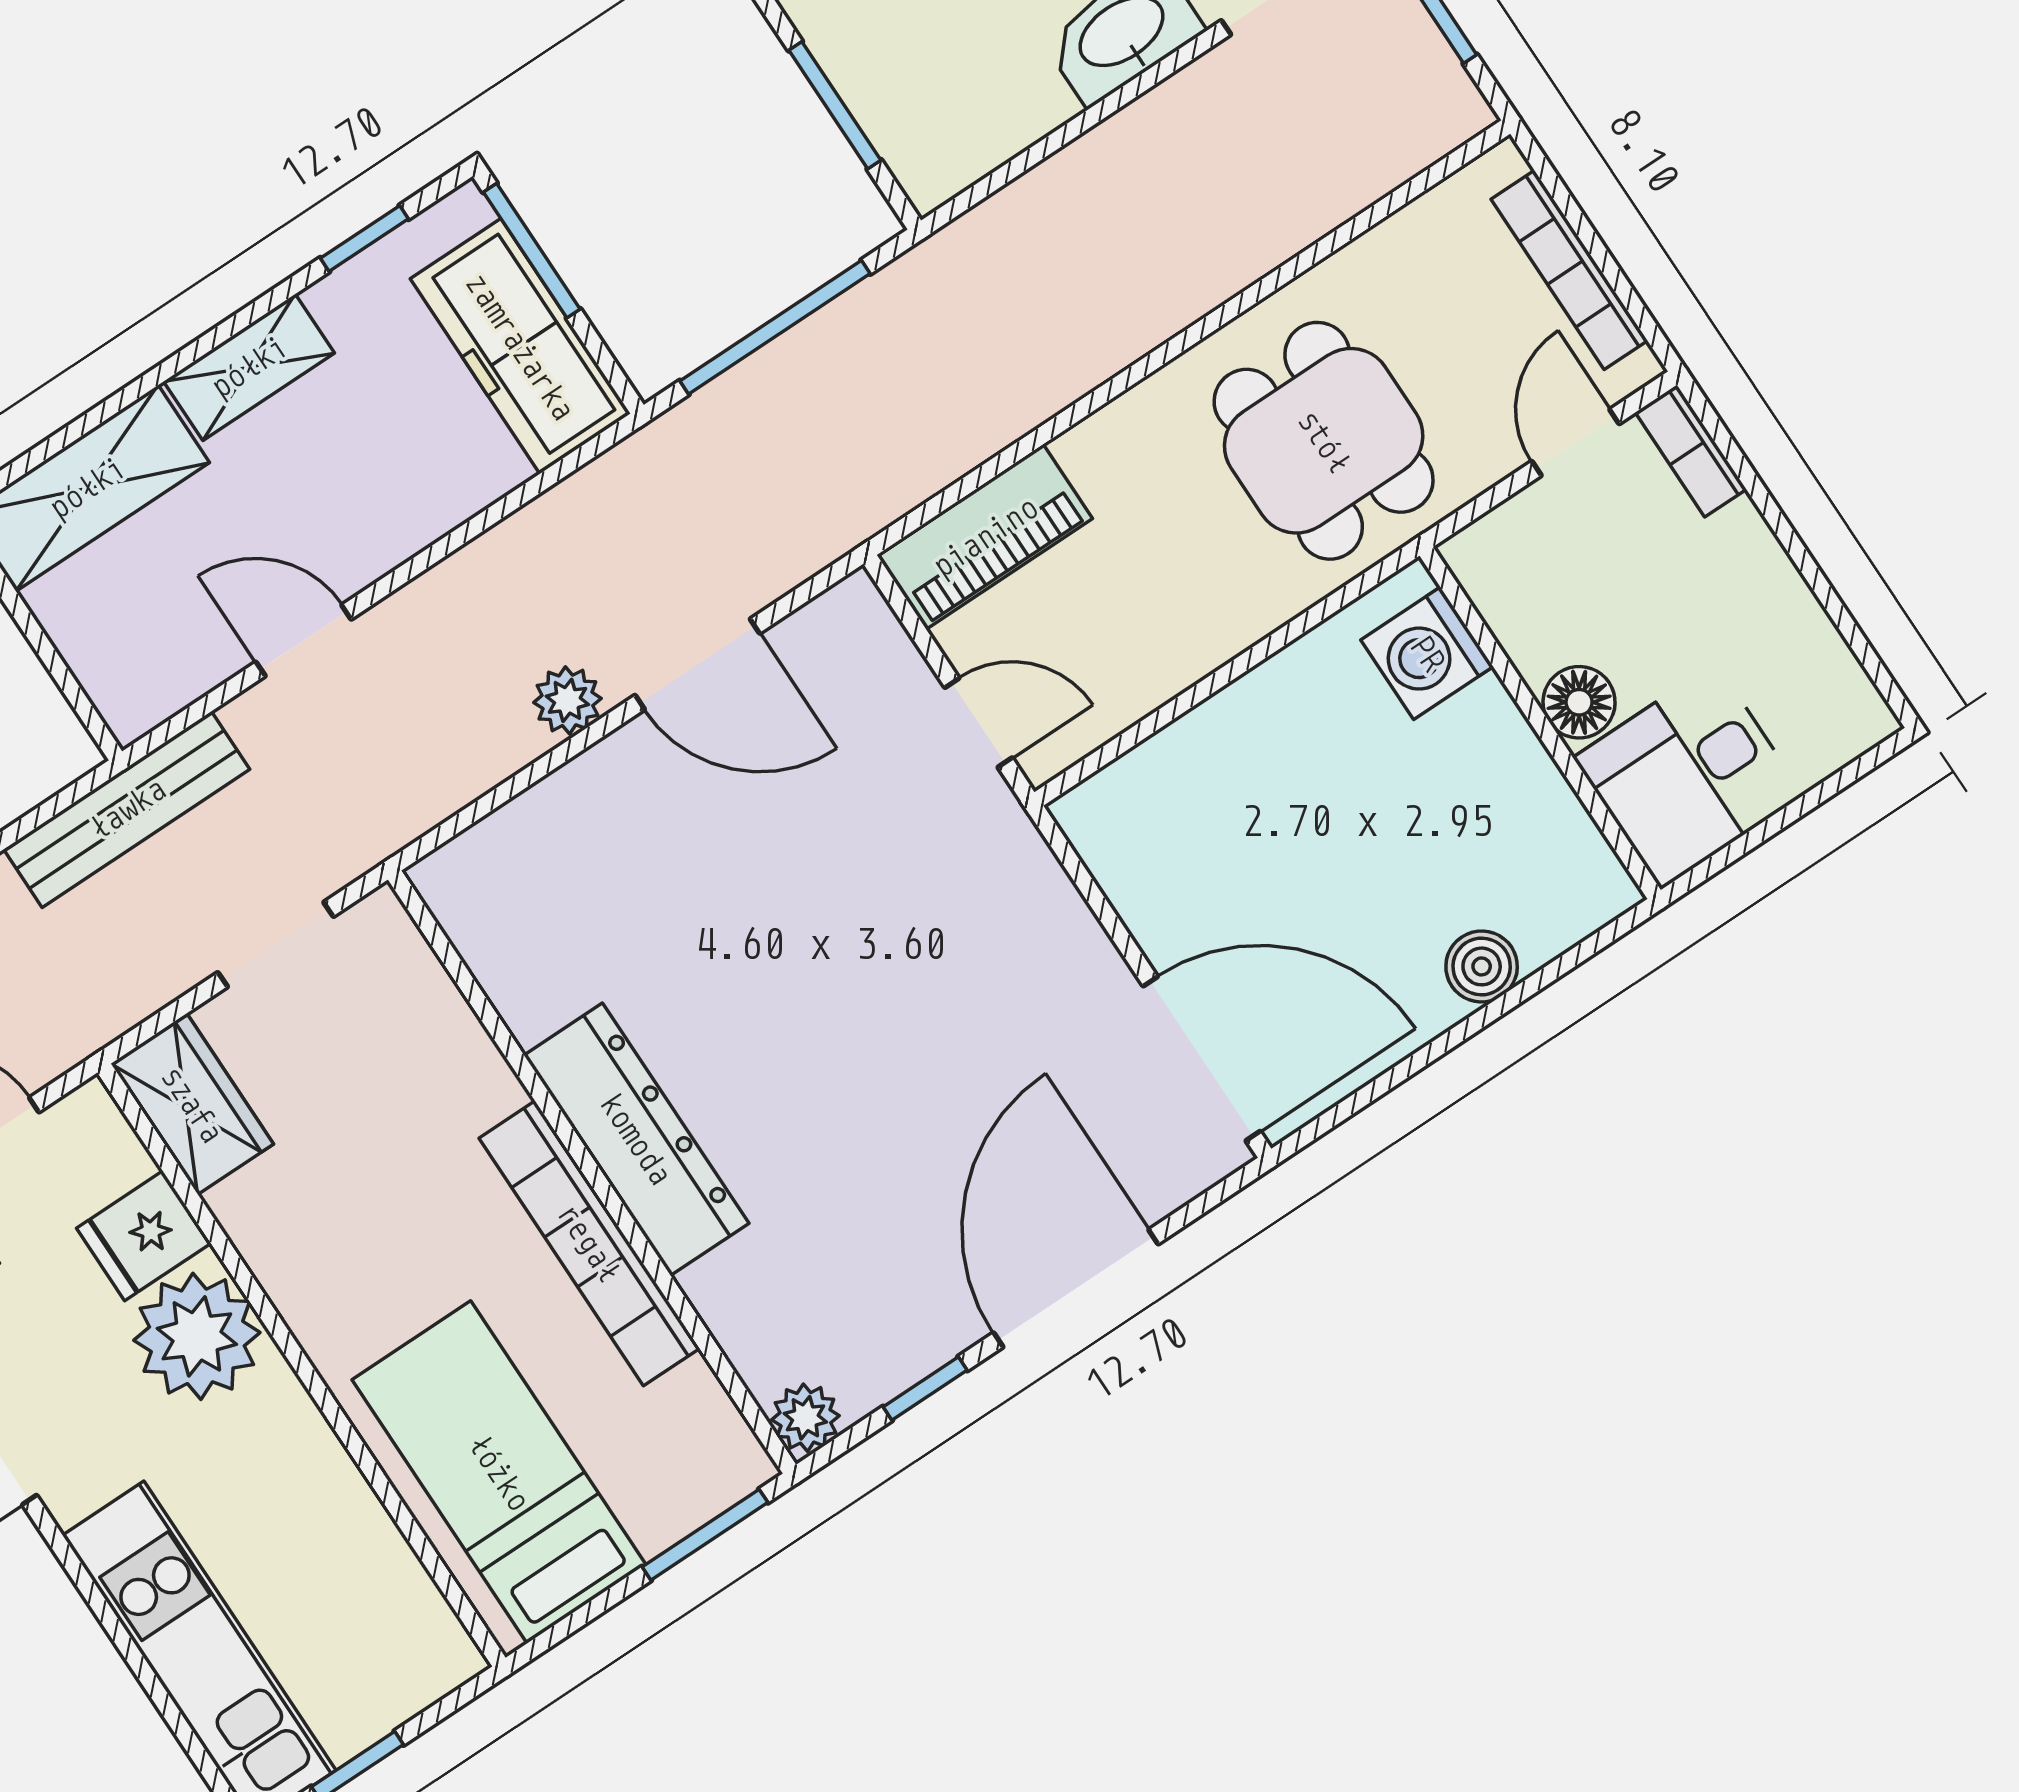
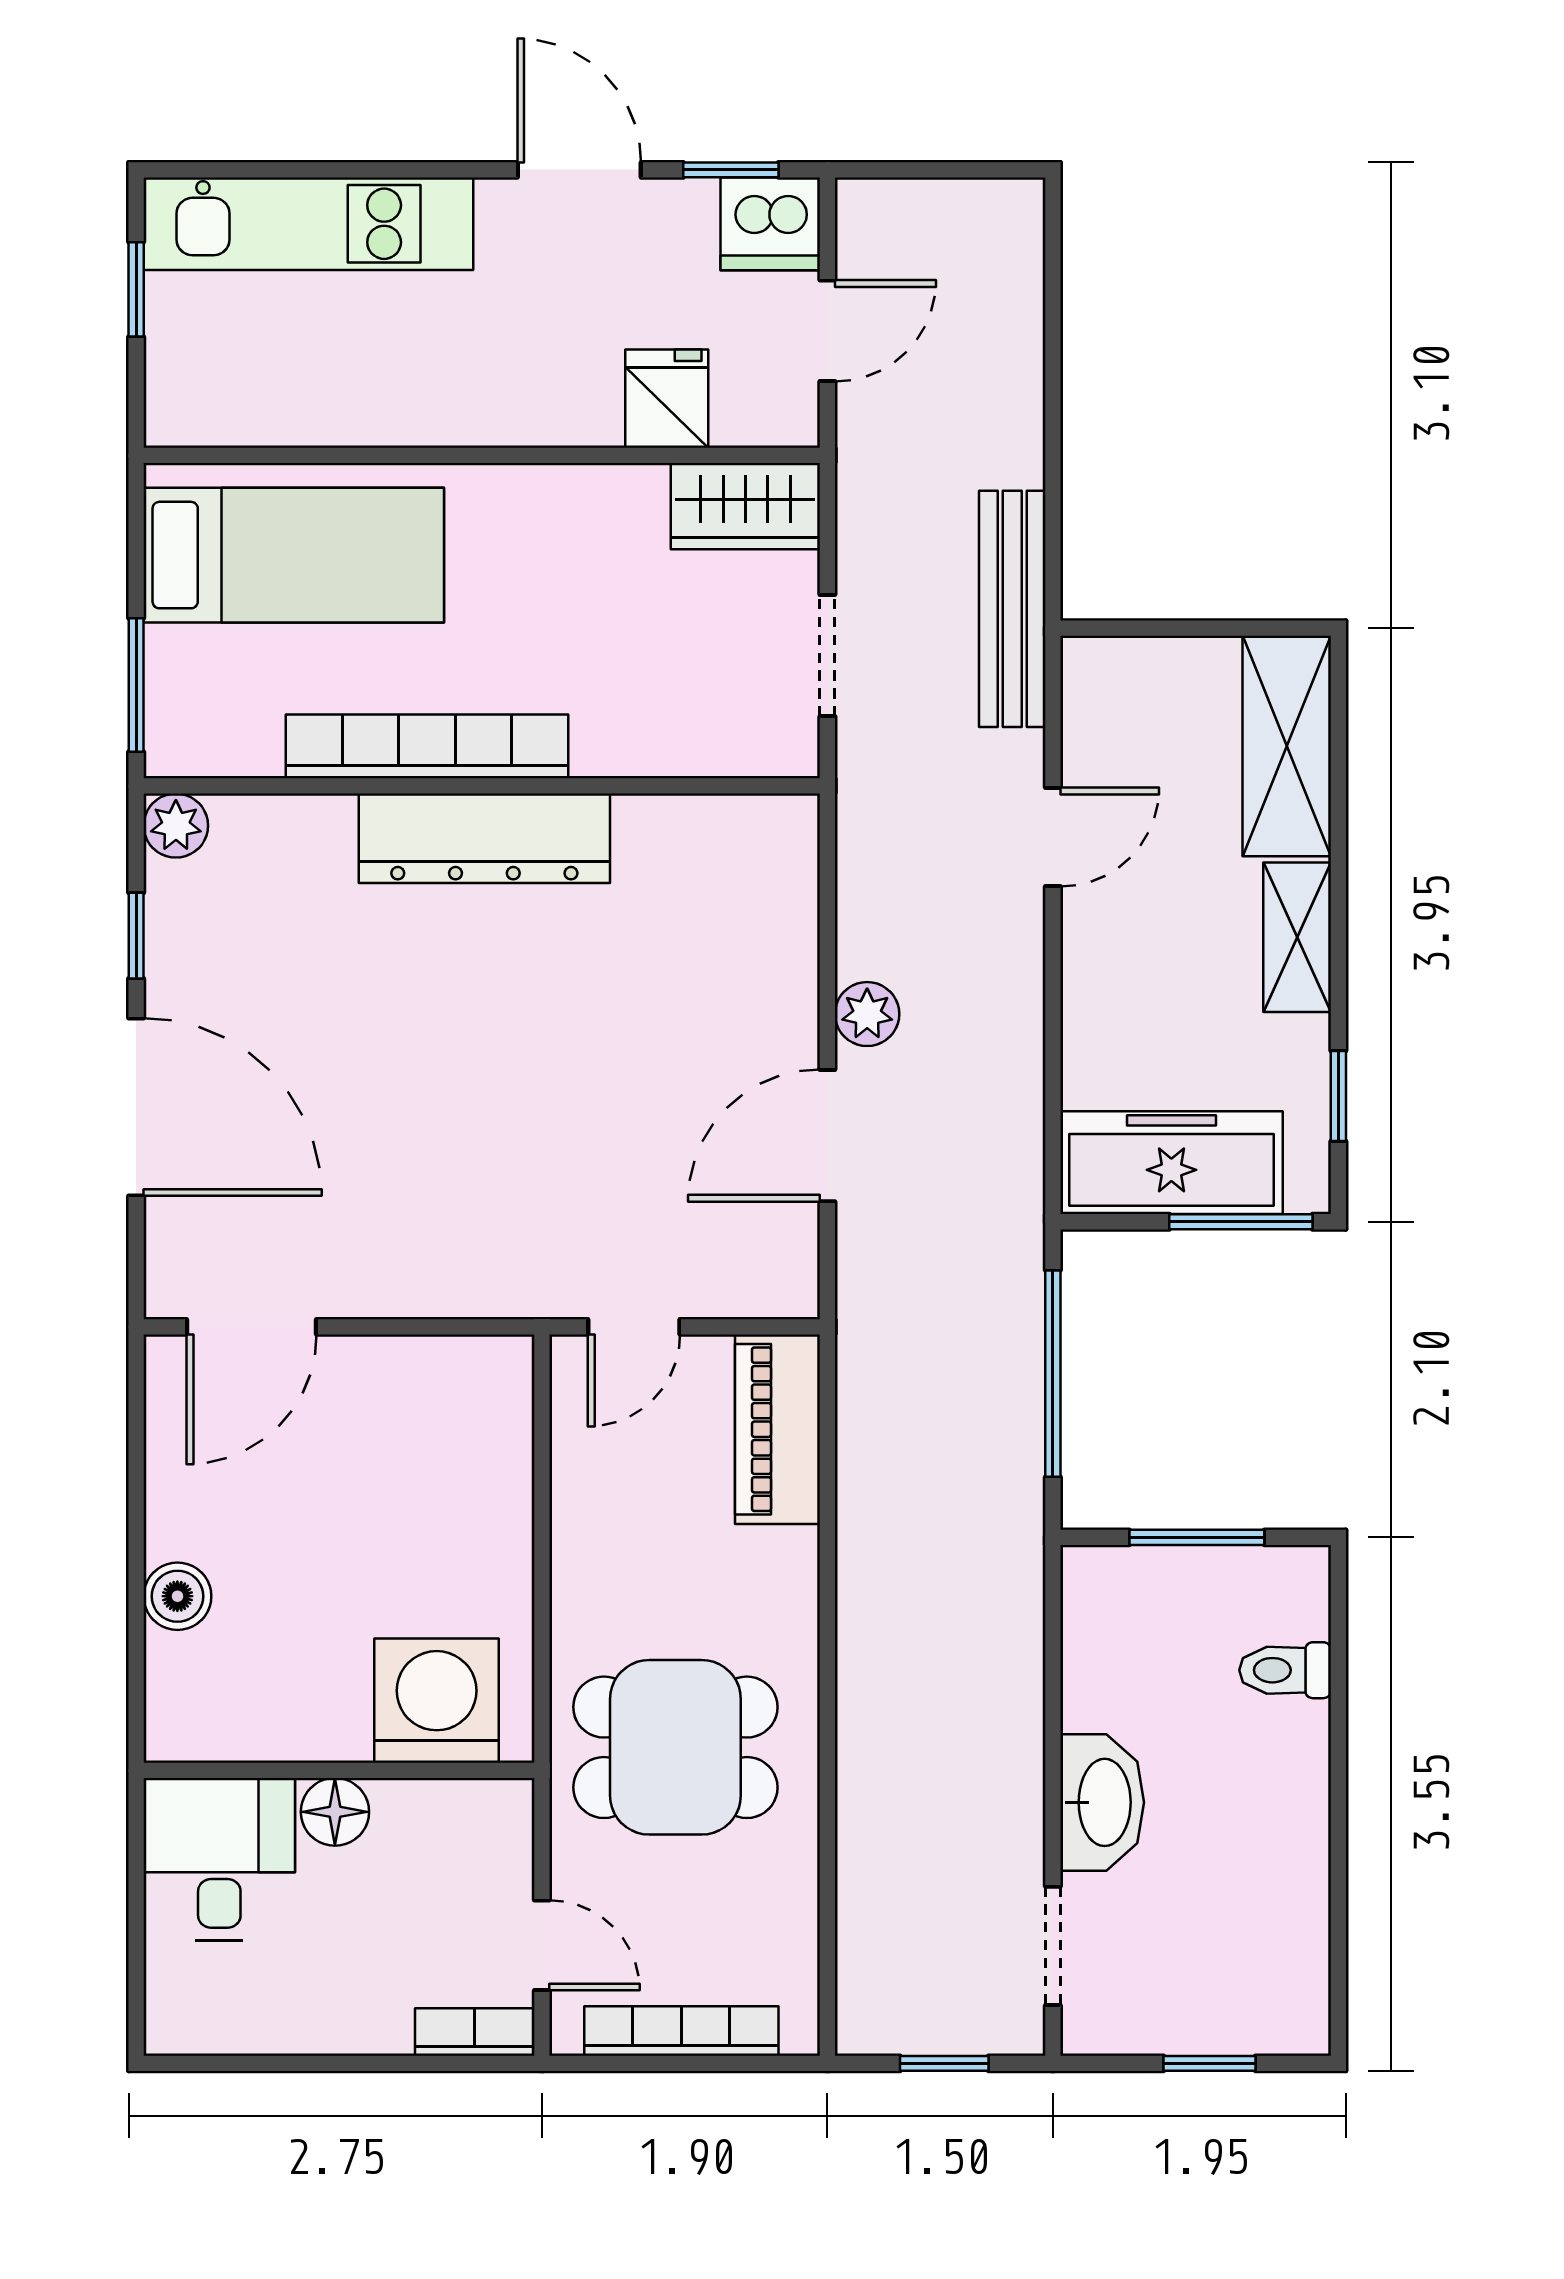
washing machine: (1427, 653) -> (437, 1701), width x1.37, depth x1.37
door: (1202, 1059) -> (251, 1327), width x0.73
plant: (197, 1336) -> (559, 388), removed

